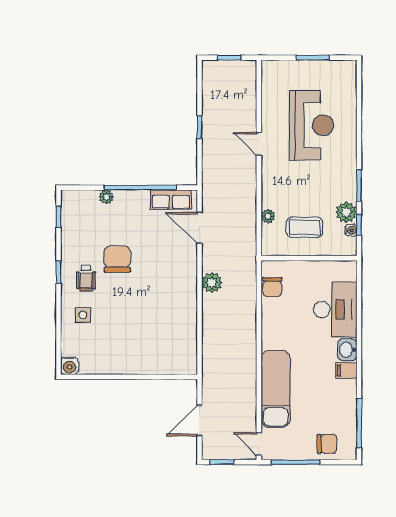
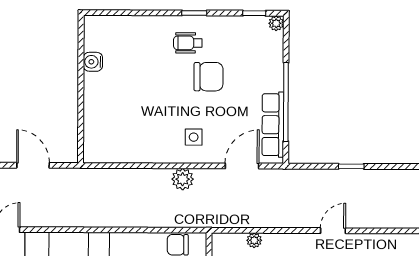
plant: (106, 197) -> (276, 23), moved
row of seats: (171, 200) -> (273, 125), width x1.48
side table: (83, 315) -> (194, 137), moved
water cooler: (70, 366) -> (93, 62), moved

